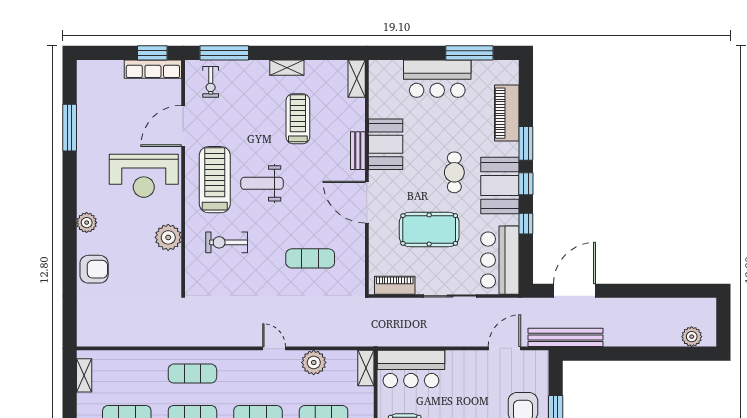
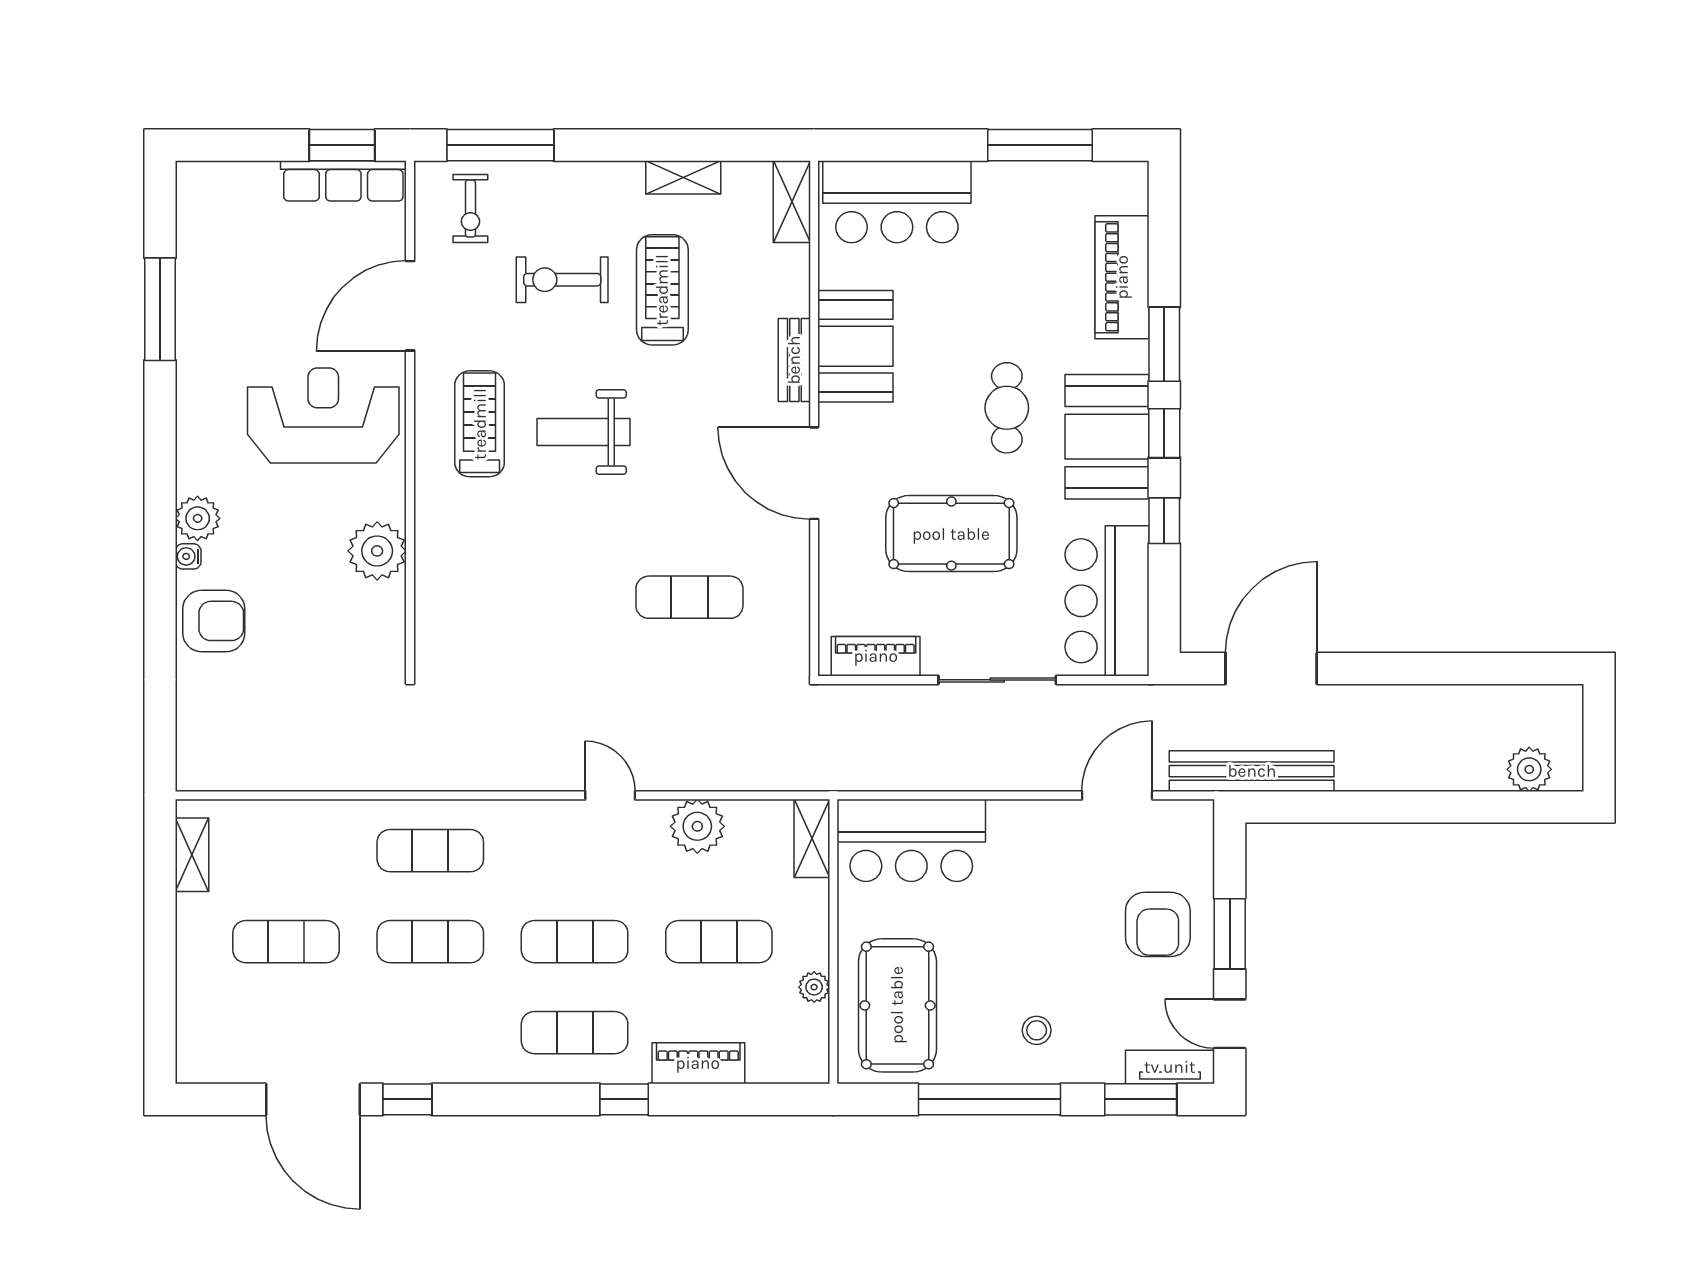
shelving: (287, 68) -> (683, 177), moved
bar counter: (437, 79) -> (897, 202), moved
reception desk: (144, 176) -> (323, 415), turned 180
treadmill: (215, 180) -> (480, 424), width x0.73, depth x0.73
water cooler: (82, 240) -> (188, 556), added
exercise bike: (227, 242) -> (562, 280), moved

